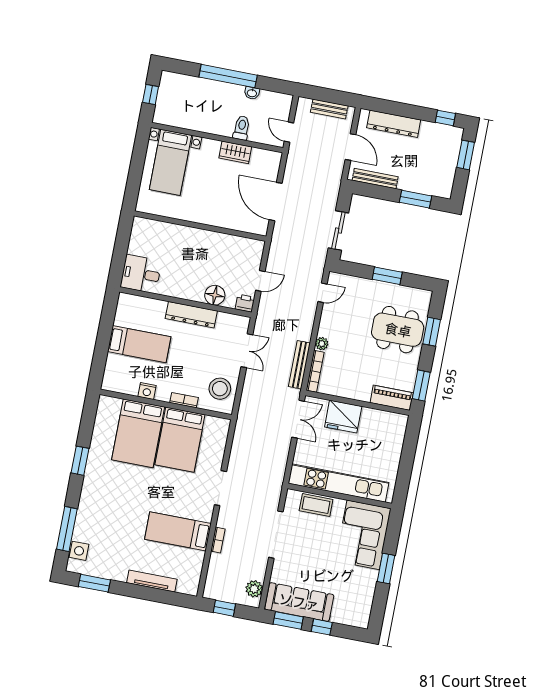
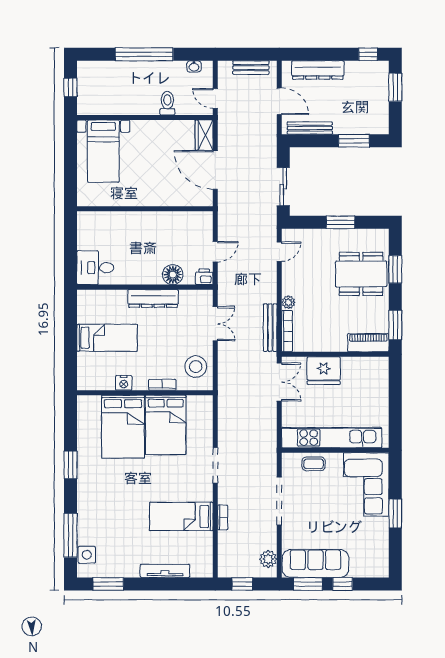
washbasin: (252, 93) -> (194, 66), moved
wardrobe: (235, 152) -> (204, 135), moved, turned 90
coffee table: (316, 505) -> (314, 464), width x0.73, depth x0.77

